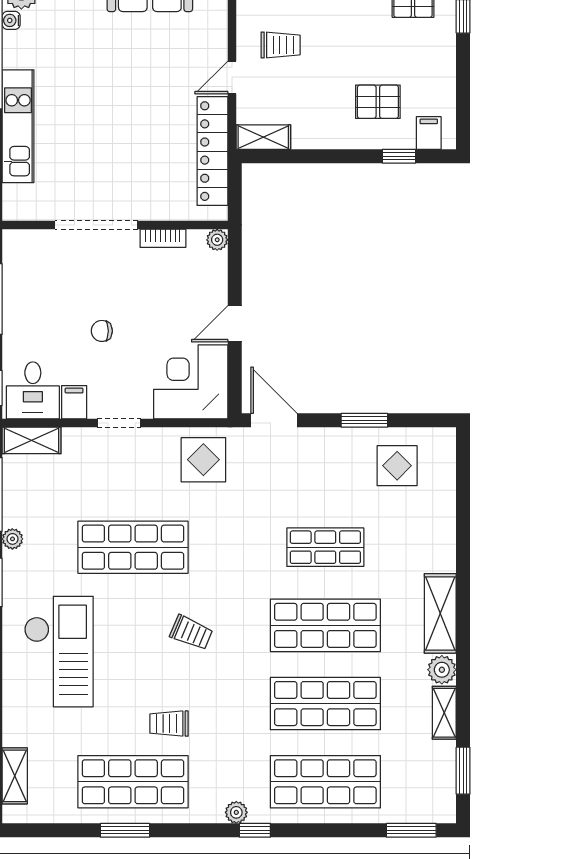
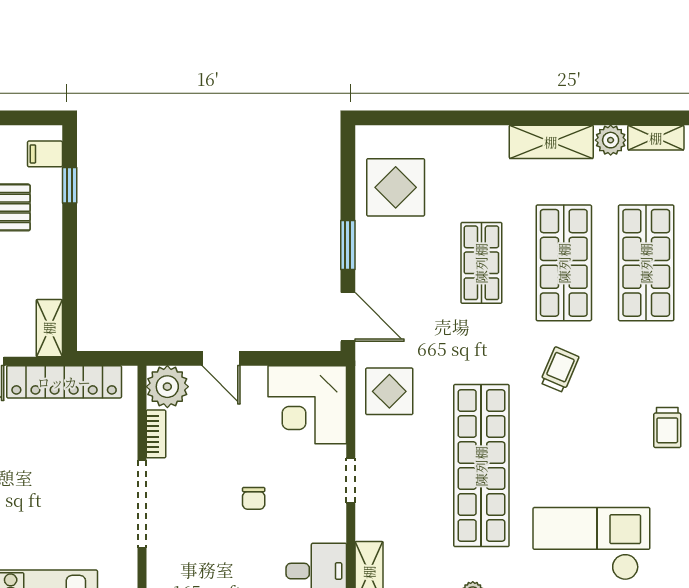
plant: (217, 240) -> (167, 387), width x1.87, depth x1.87
door: (235, 324) -> (221, 358), moved
filing cabinet: (74, 402) -> (329, 528), removed
door: (274, 420) -> (348, 317), swing flipped
window: (364, 420) -> (348, 245), moved
display table: (397, 466) -> (396, 187), width x1.36, depth x1.36
shop shelf: (133, 547) -> (481, 466), width x1.40
trolley: (191, 633) -> (559, 370), moved

